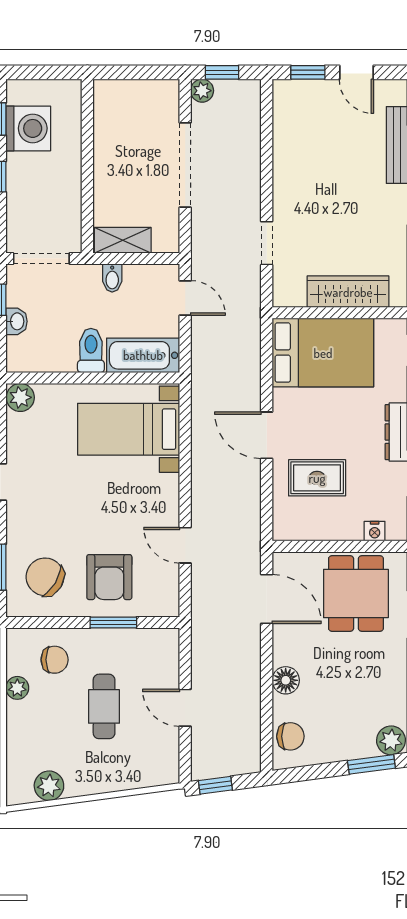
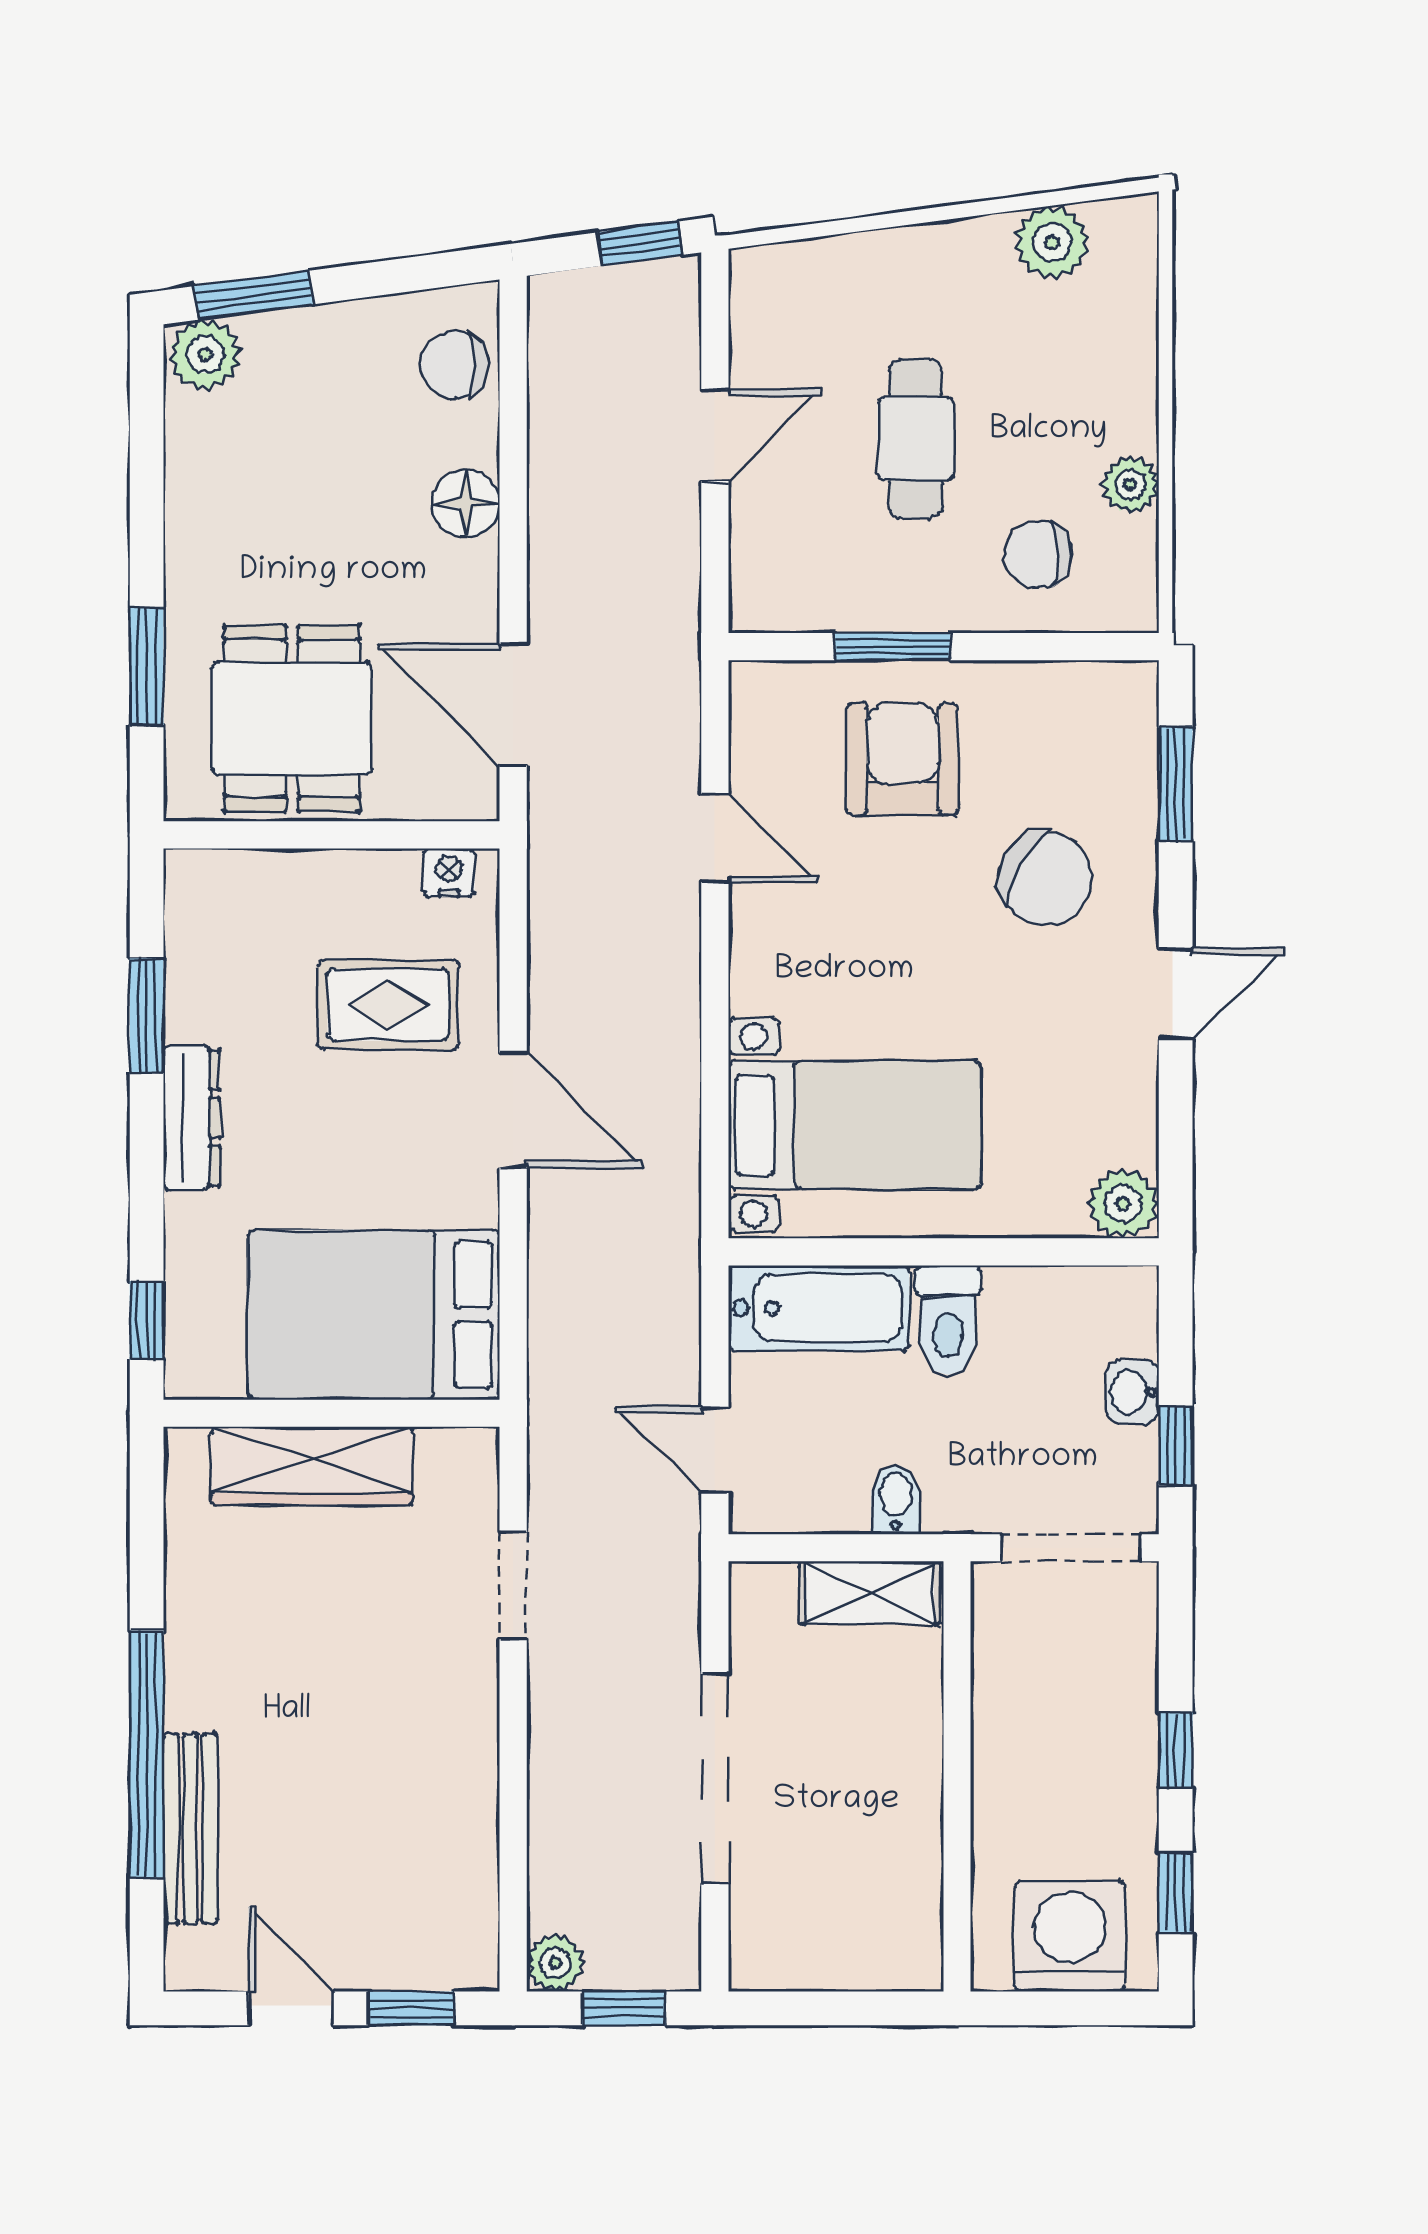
plant: (202, 91) -> (555, 1963), moved
washing machine: (28, 128) -> (1070, 1936), moved, turned 90
nightstand: (375, 531) -> (449, 873), moved
chair: (45, 577) -> (1045, 878), moved
door: (185, 708) -> (715, 435), hinge flipped

